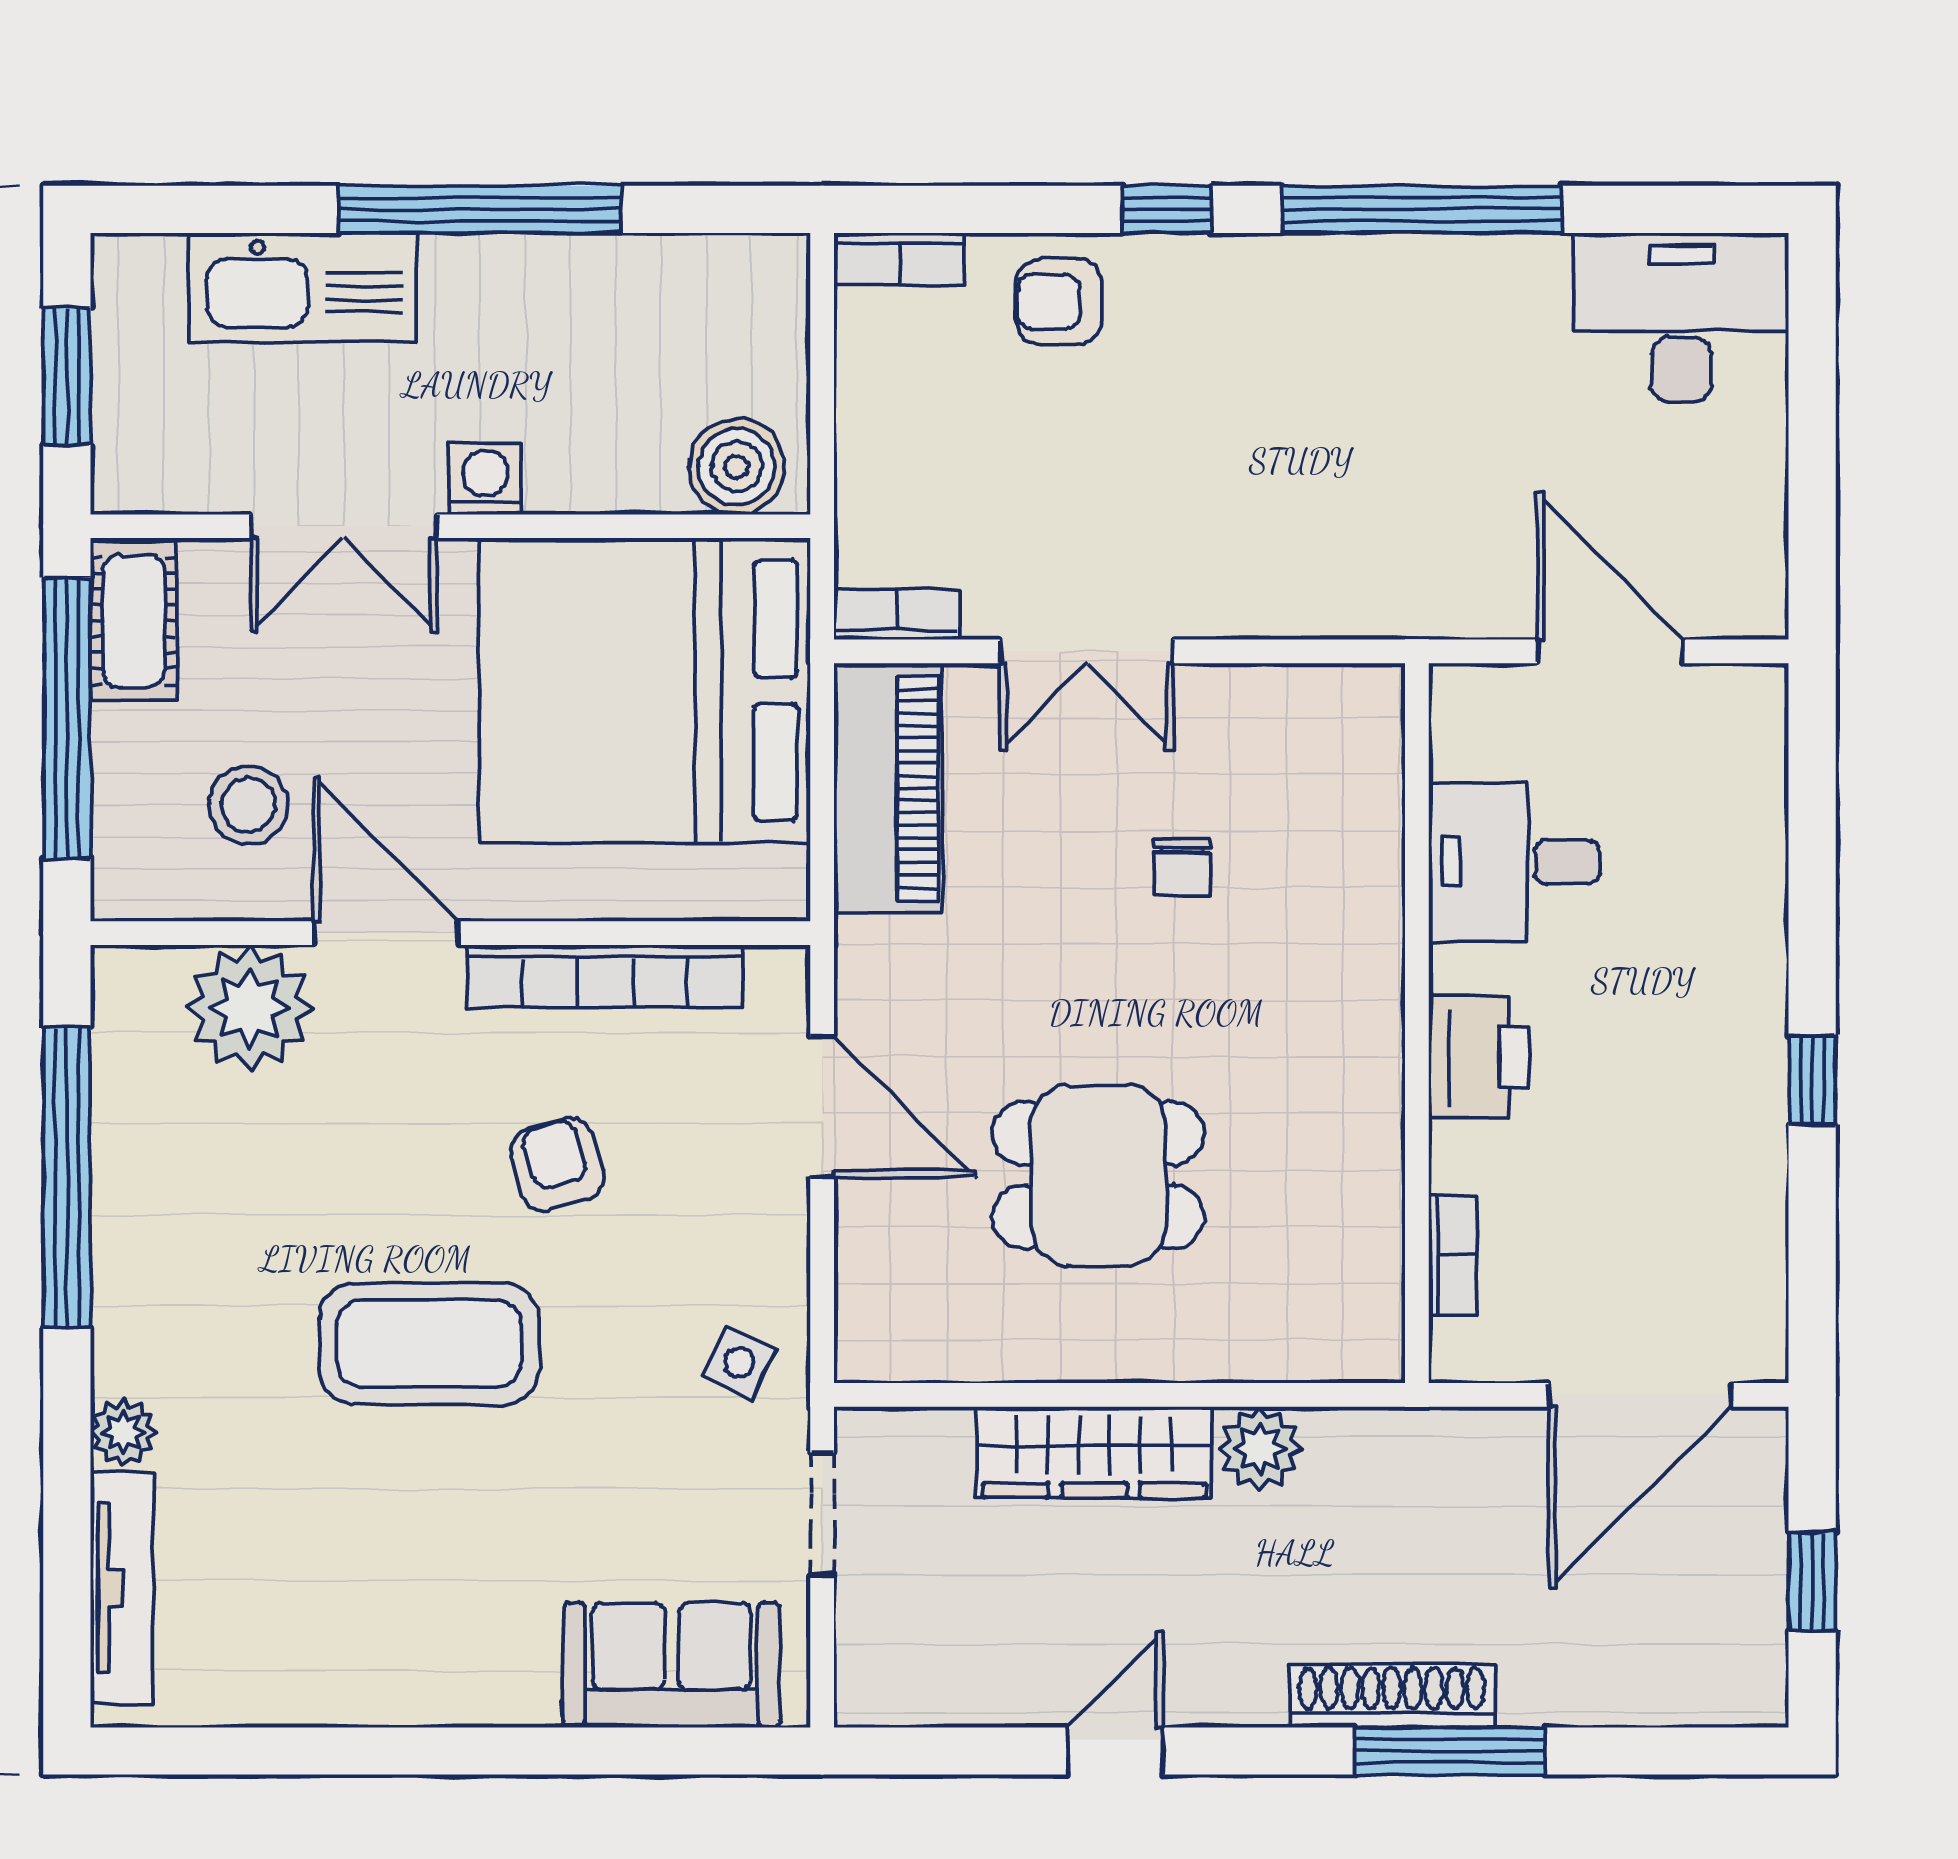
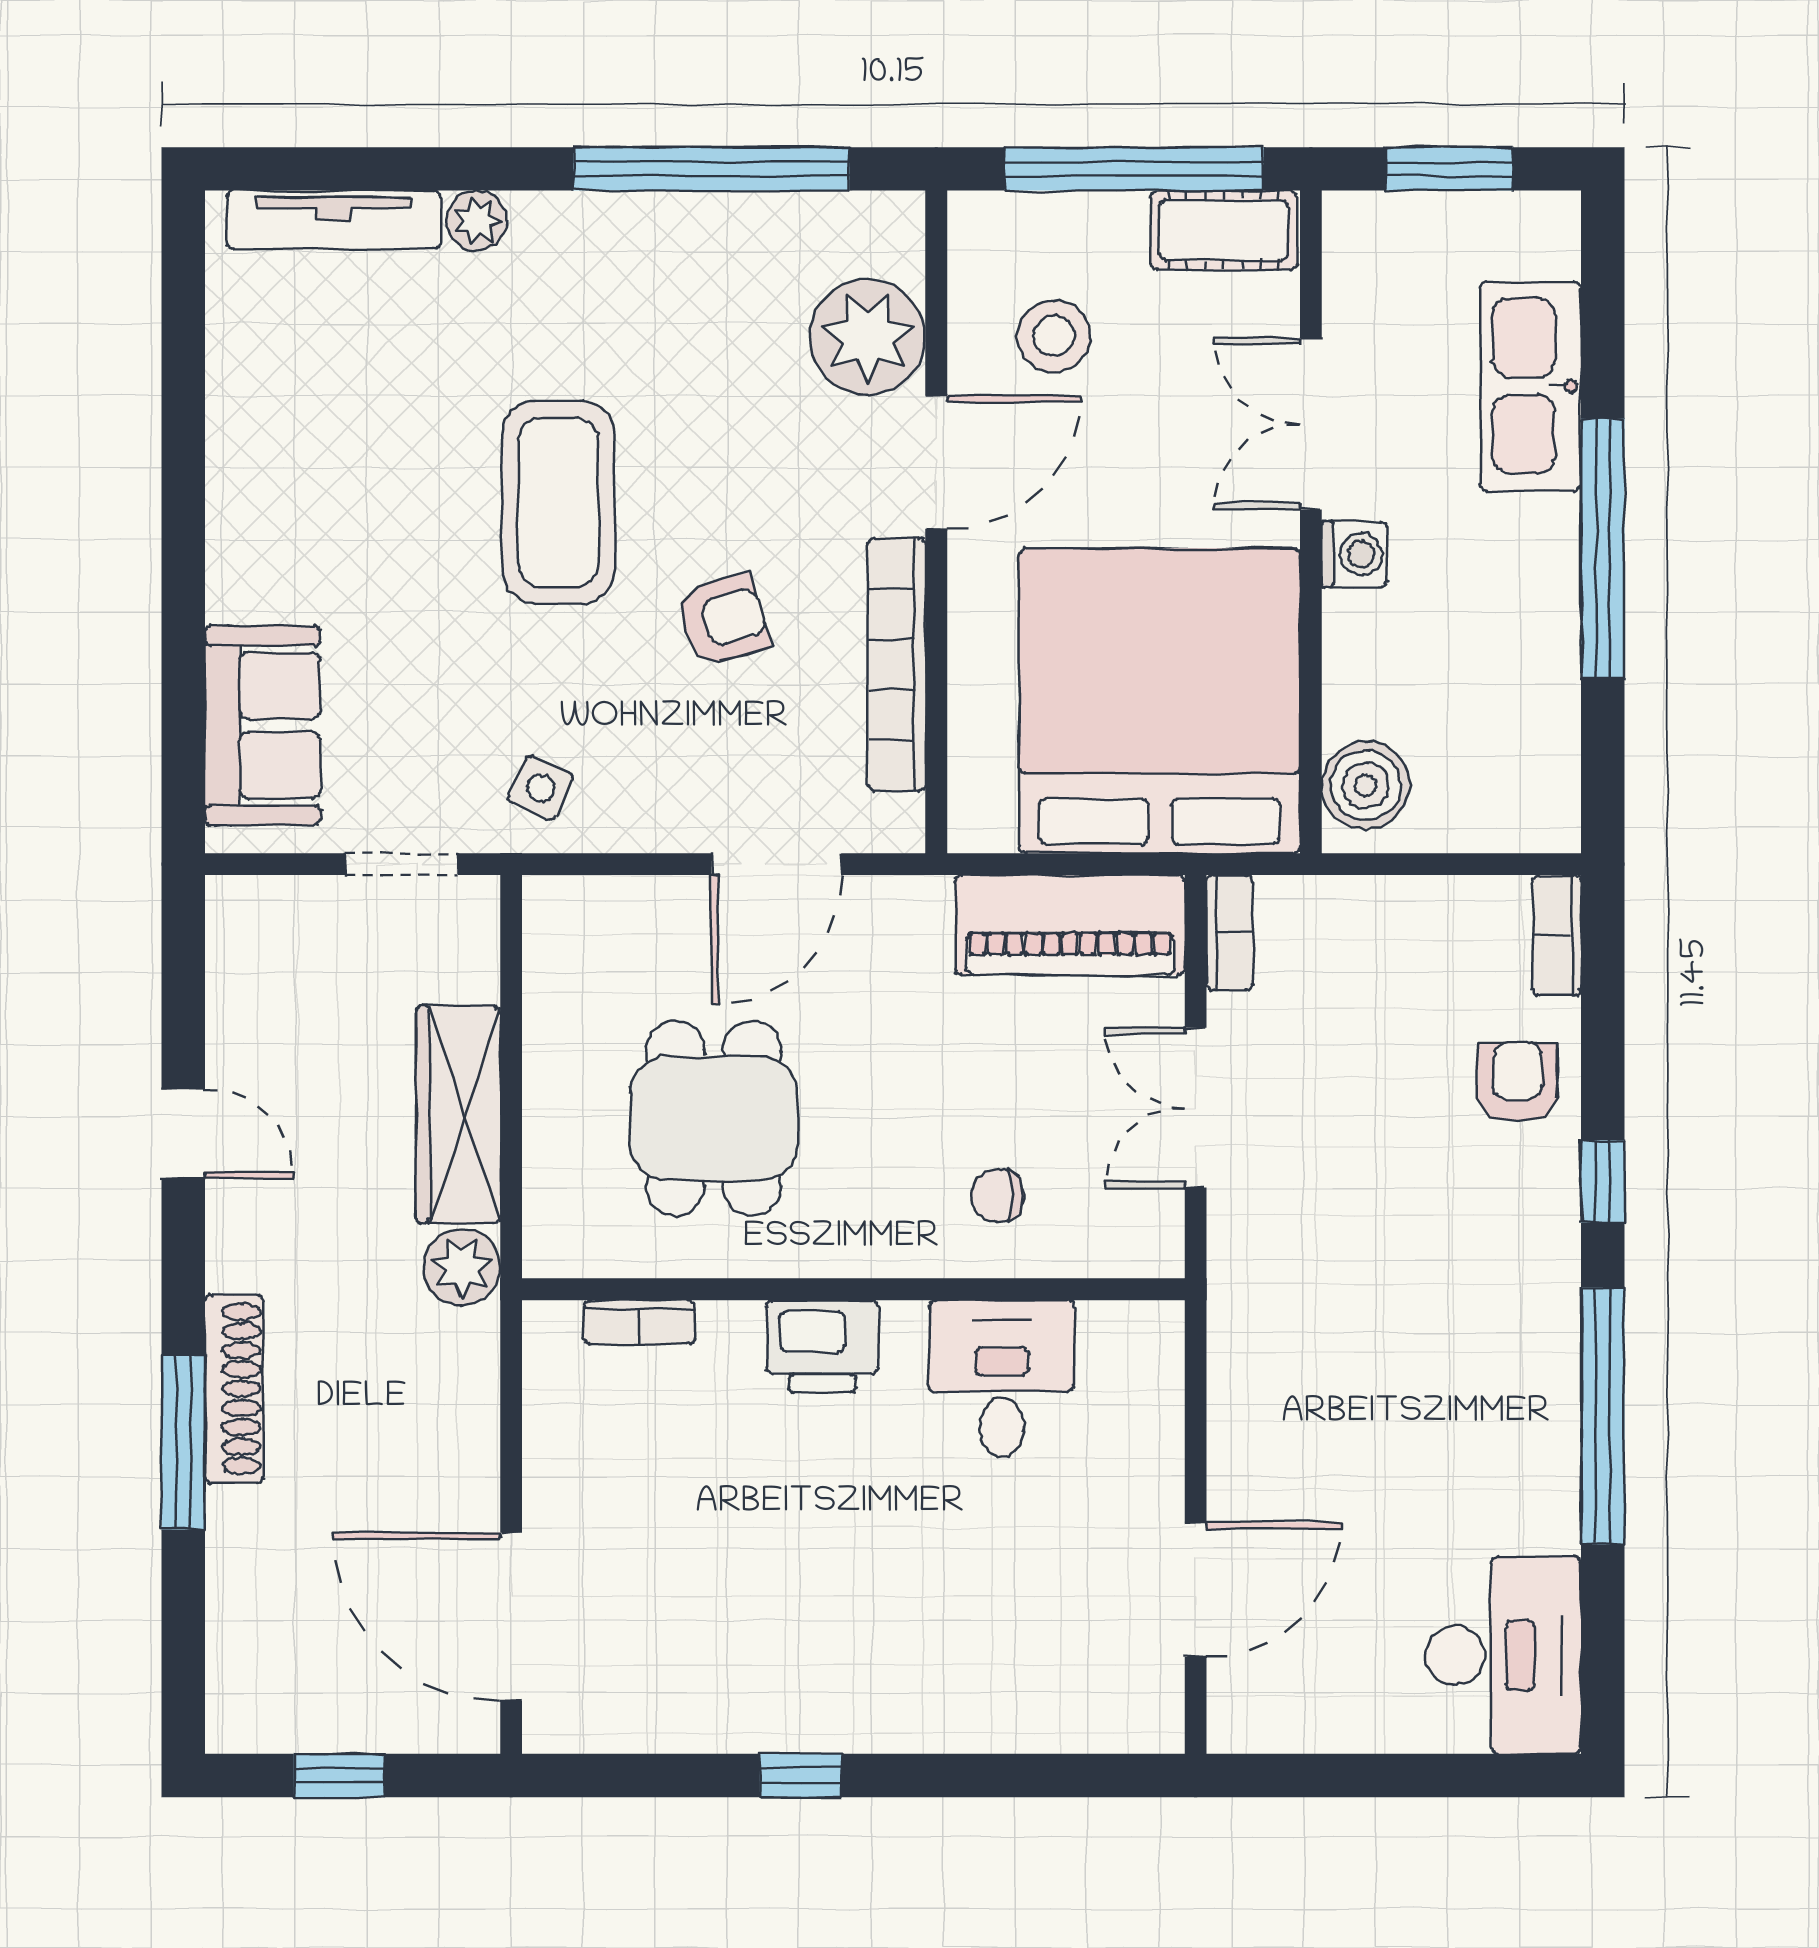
desk: (1514, 862) -> (1002, 1379), moved
wall: (1417, 1023) -> (853, 1289), moved
printer: (1479, 1057) -> (822, 1346), moved
bookcase: (1453, 1256) -> (639, 1322), moved

